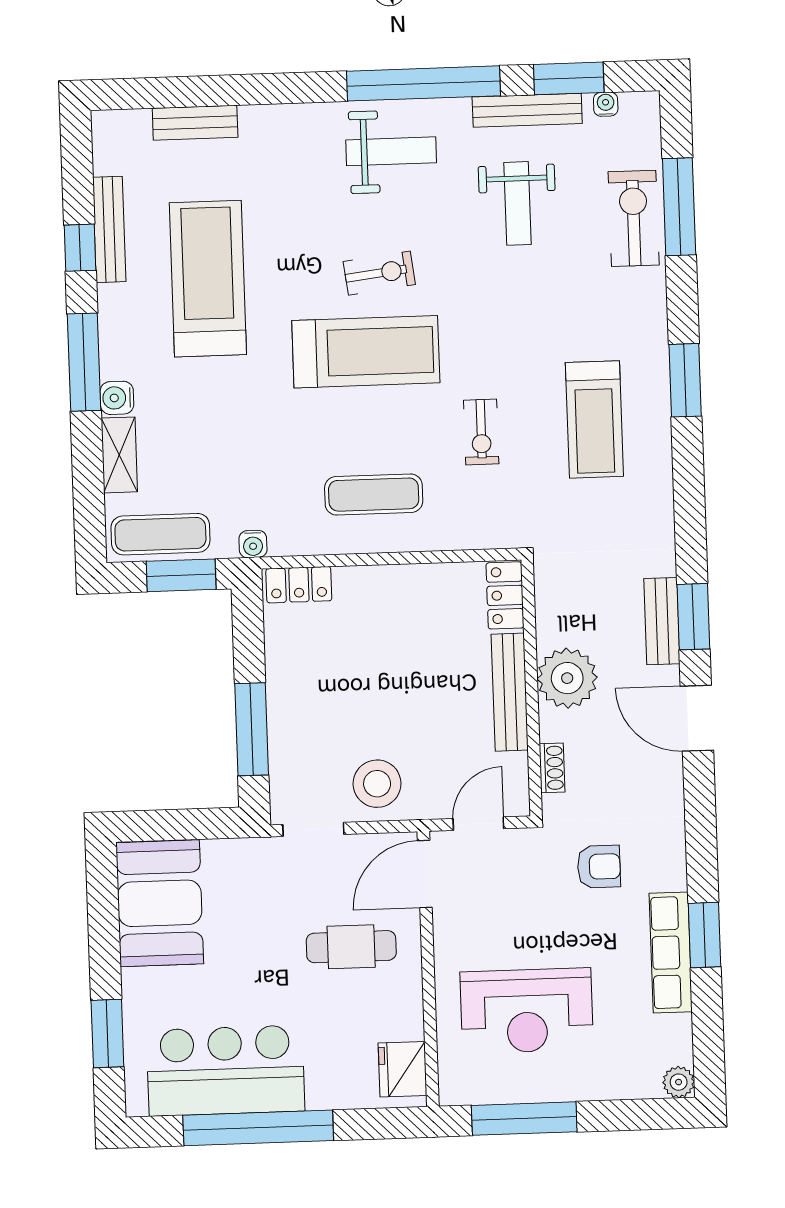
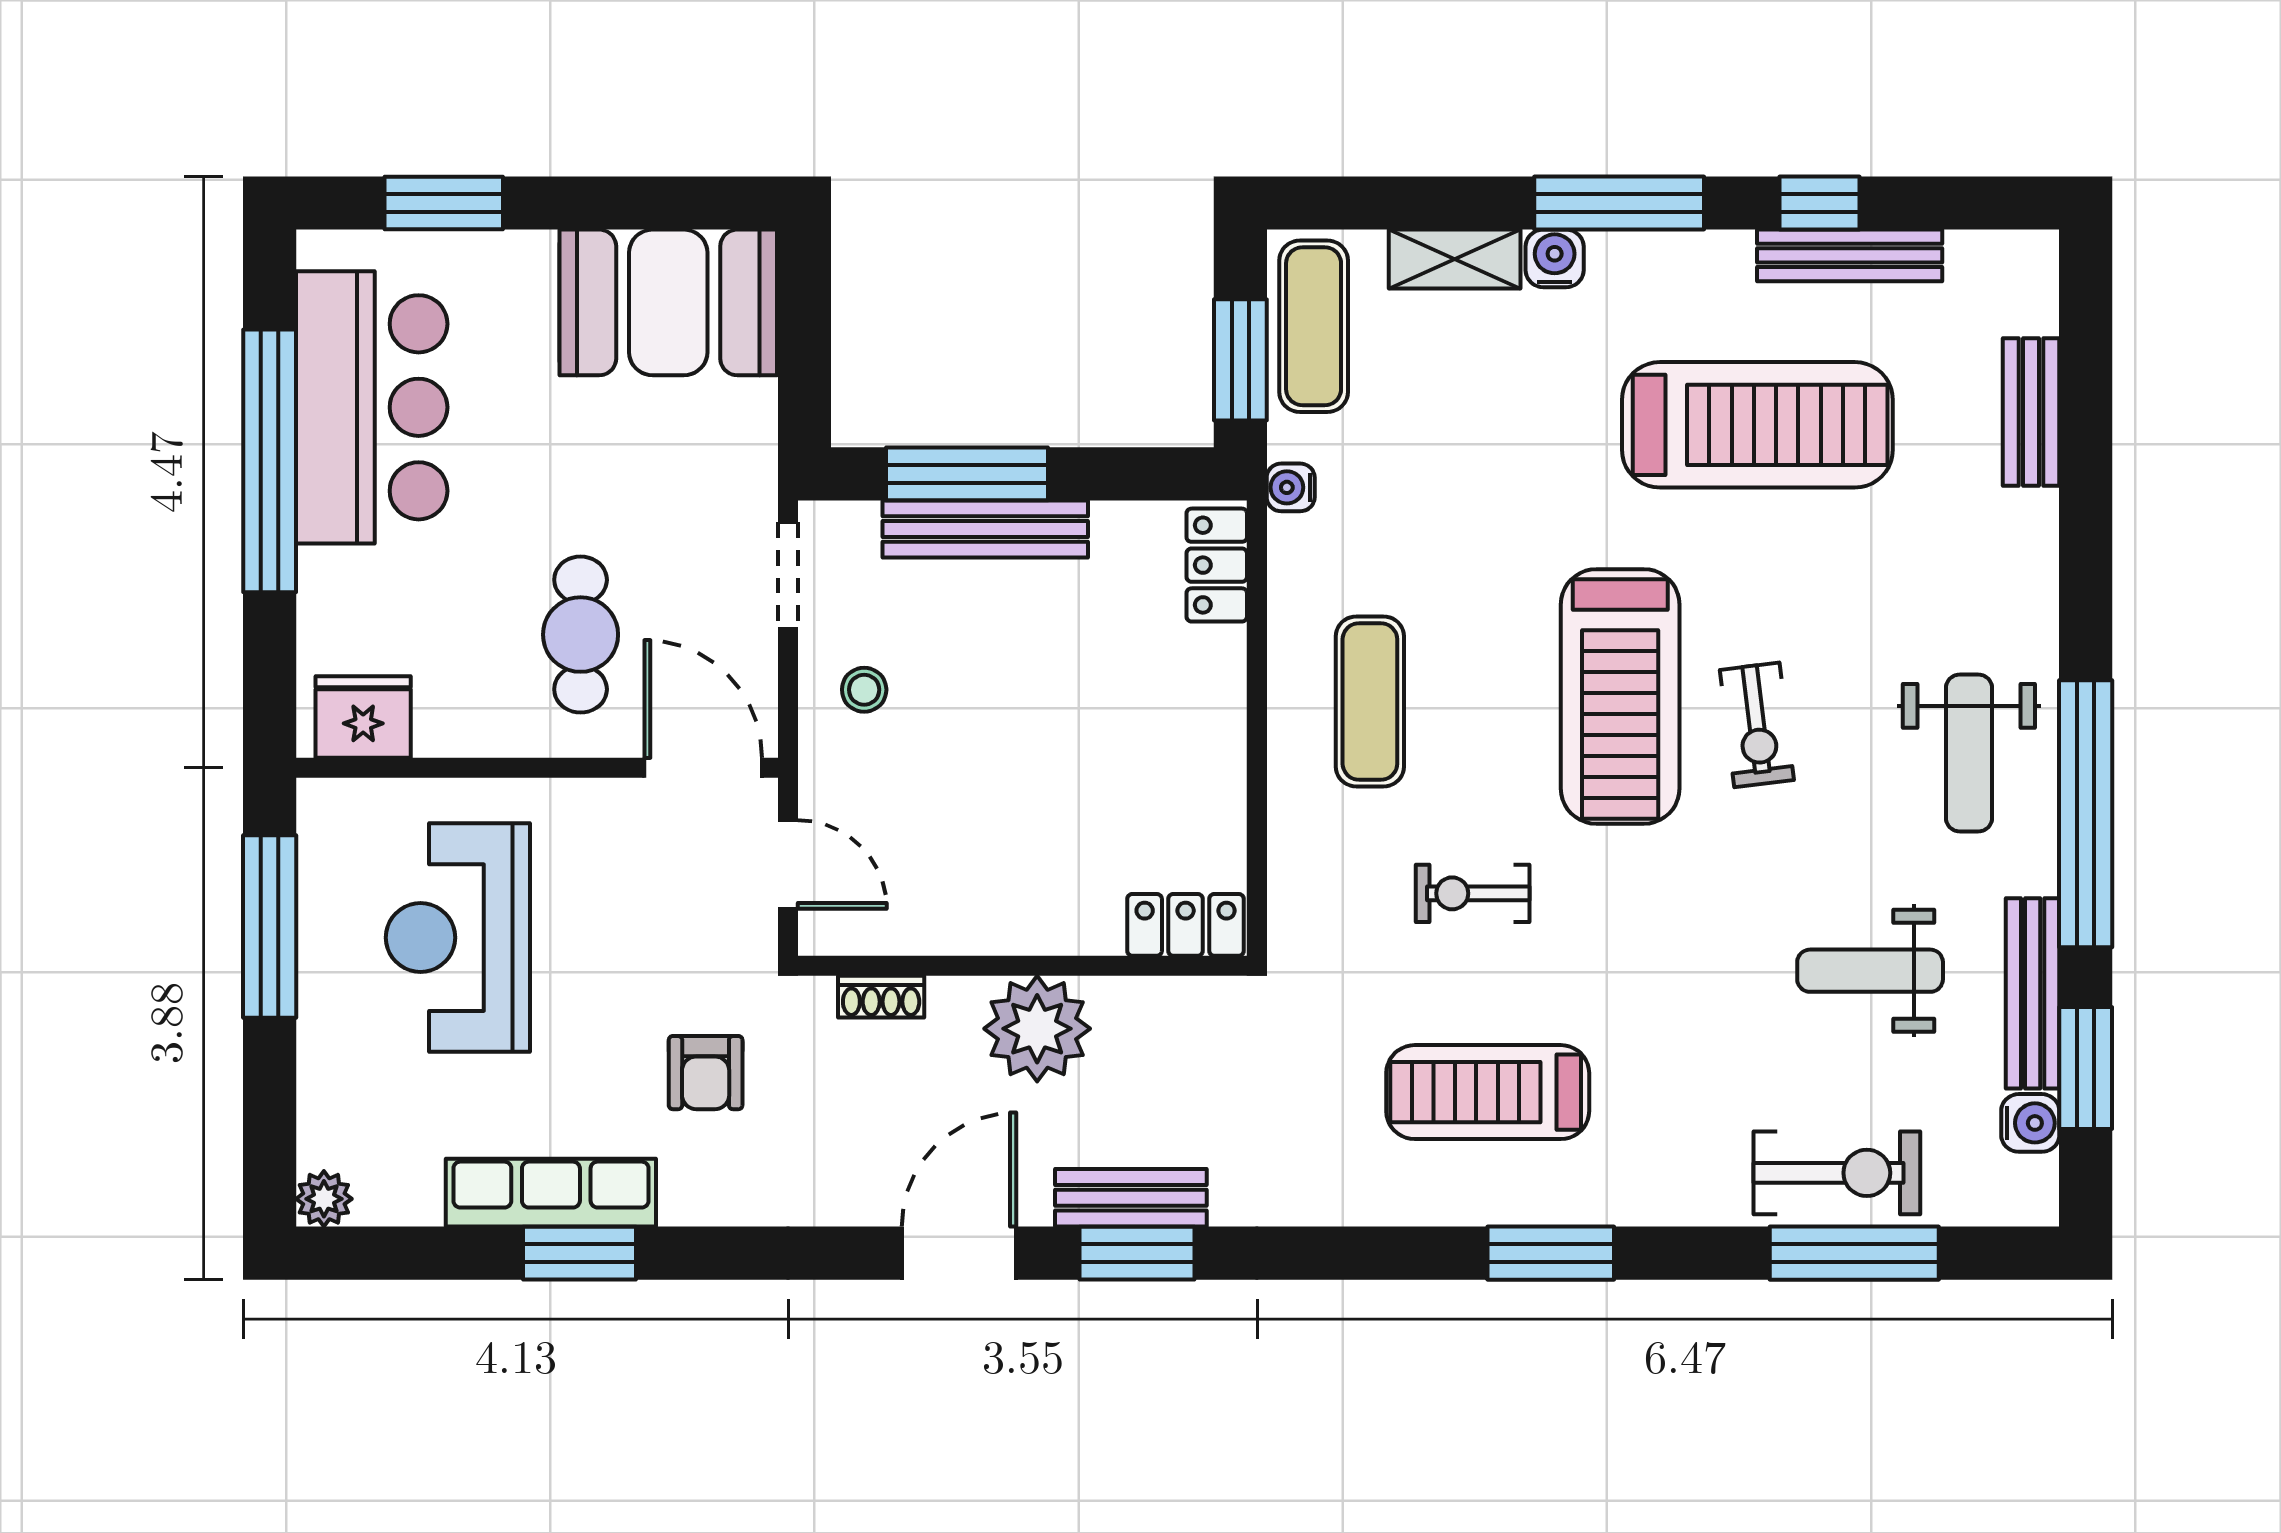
water cooler: (606, 104) -> (2030, 1123), width x1.38, depth x1.38
bench: (510, 692) -> (985, 529), moved
stool: (377, 784) -> (864, 690), width x0.53, depth x0.53

